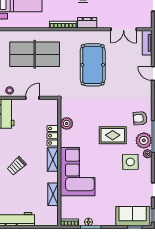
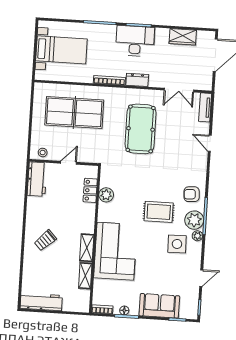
locker: (53, 136) -> (90, 190), moved
shelving: (53, 159) -> (87, 248), moved
sofa: (133, 216) -> (159, 306), moved

